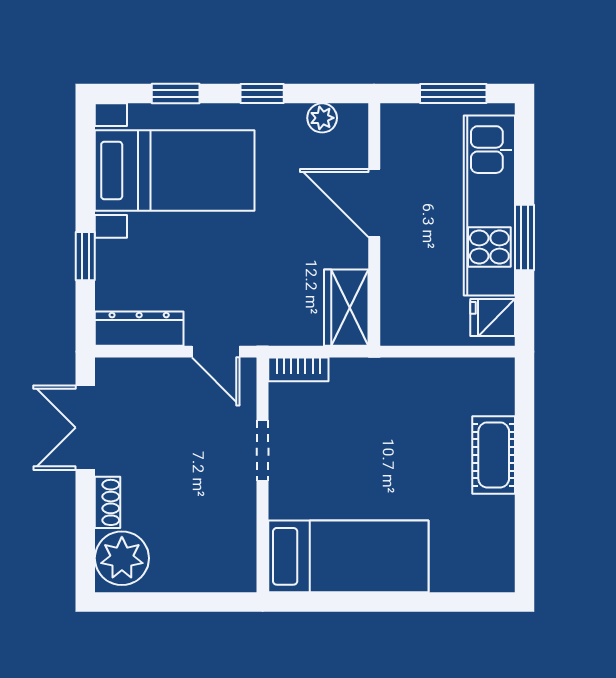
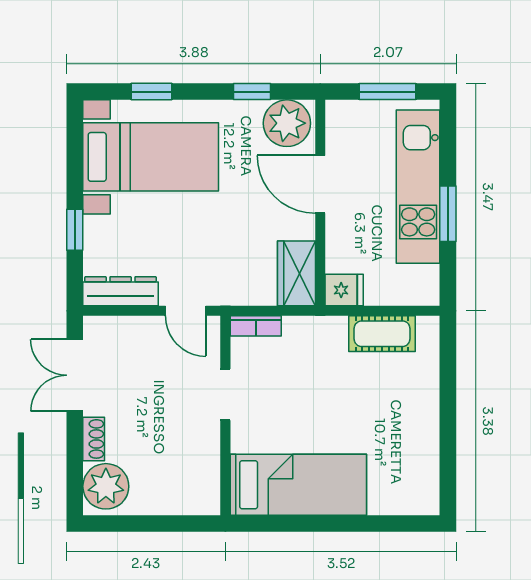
window: (262, 94) -> (252, 92), moved
plant: (322, 118) -> (287, 123), width x1.87, depth x1.87
fridge: (493, 317) -> (344, 290), moved, turned 180
cot: (494, 455) -> (382, 334), moved, turned 90

